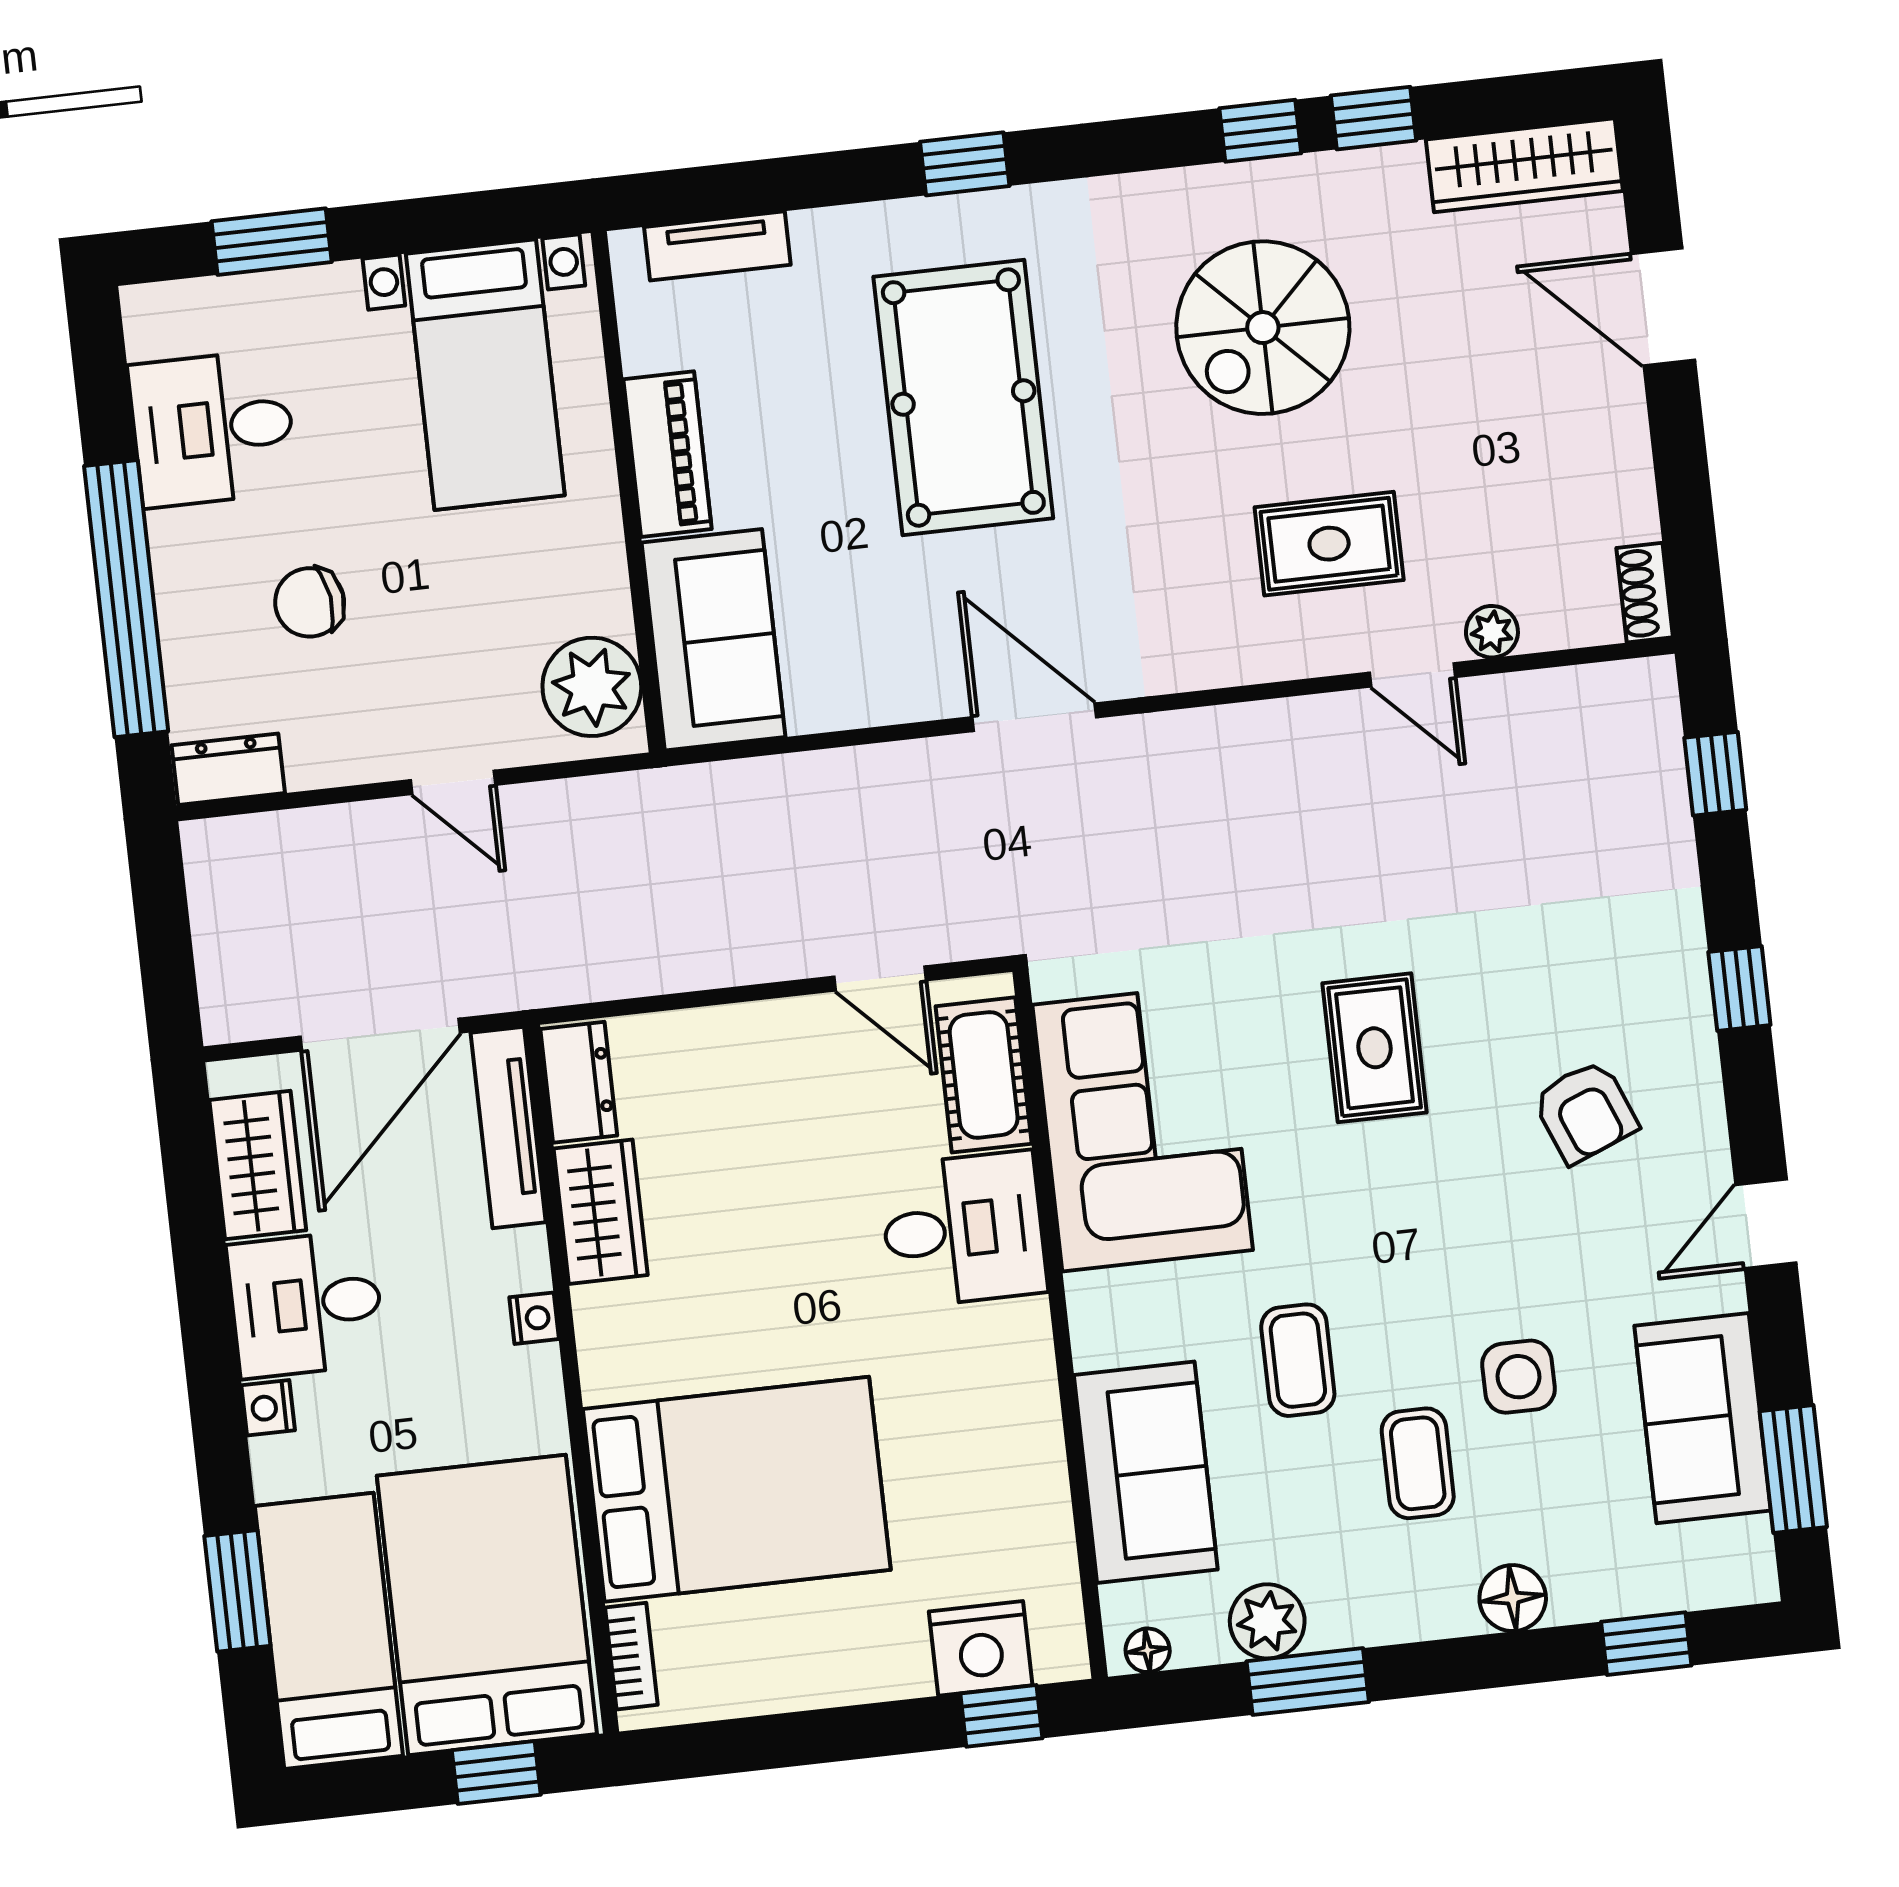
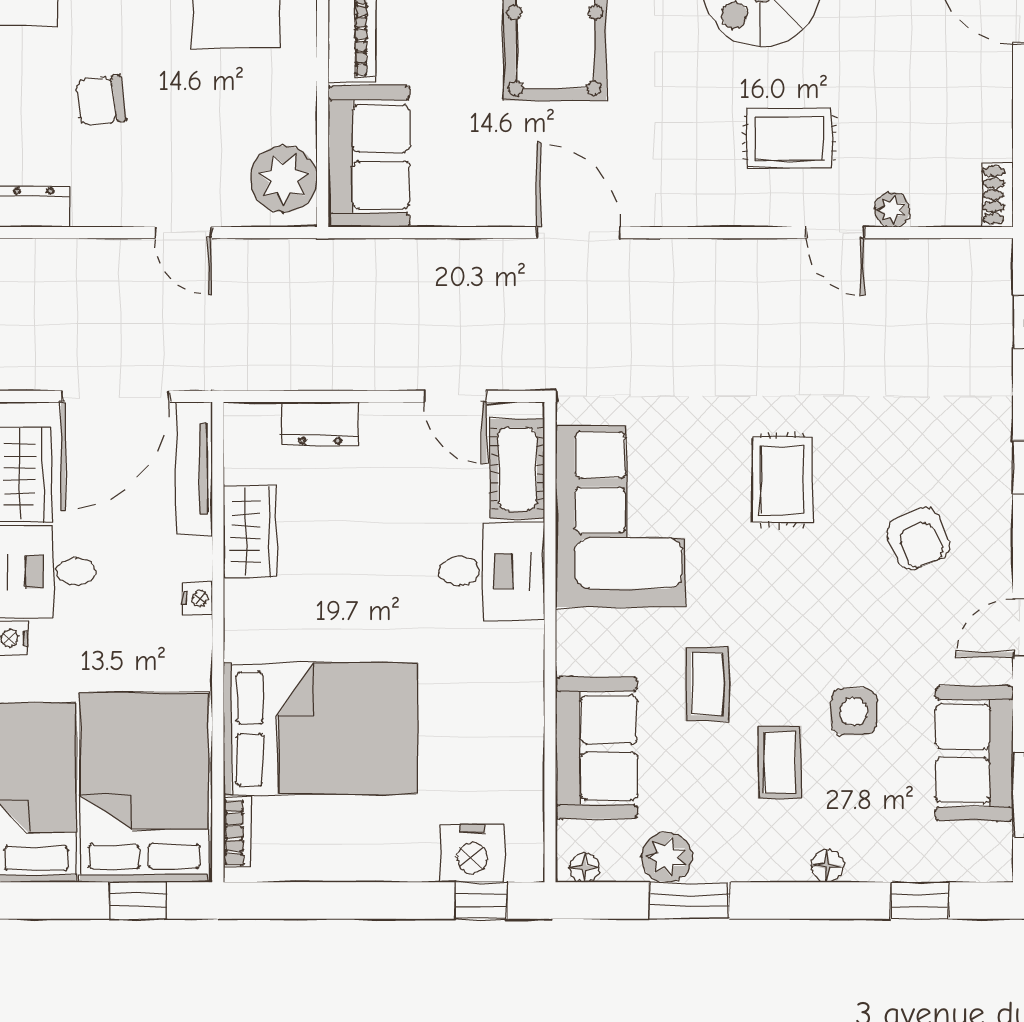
dresser: (579, 1082) -> (320, 424), moved, turned 90
floor lamp: (1513, 1598) -> (827, 866), width x0.73, depth x0.73

